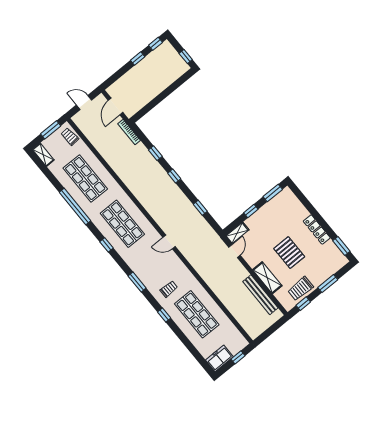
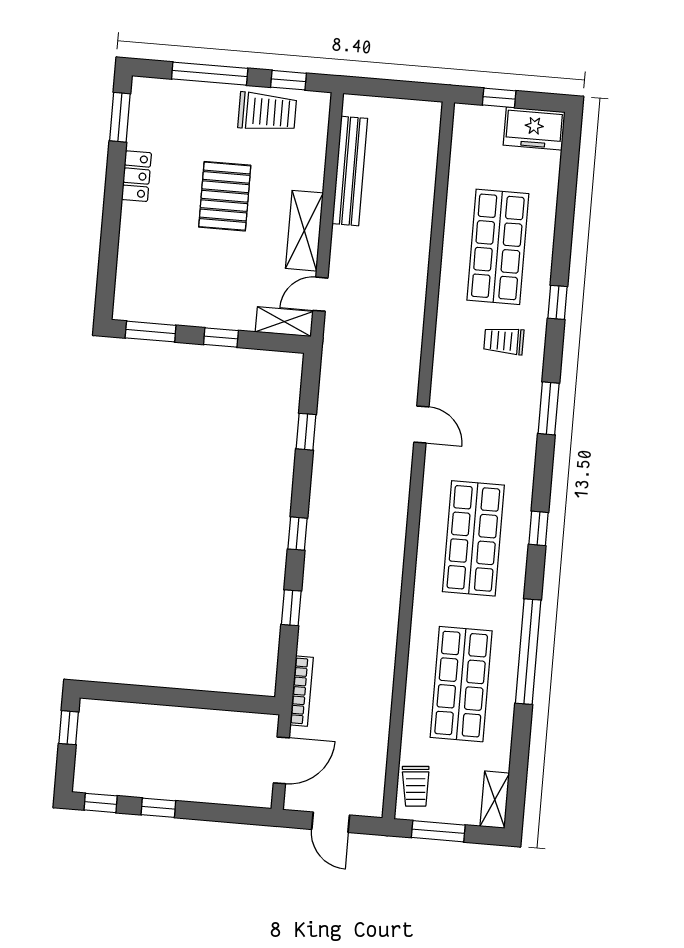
locker: (317, 229) -> (136, 176), width x0.66
shelving: (267, 278) -> (304, 231), moved
window: (328, 284) -> (210, 74), width x1.44

